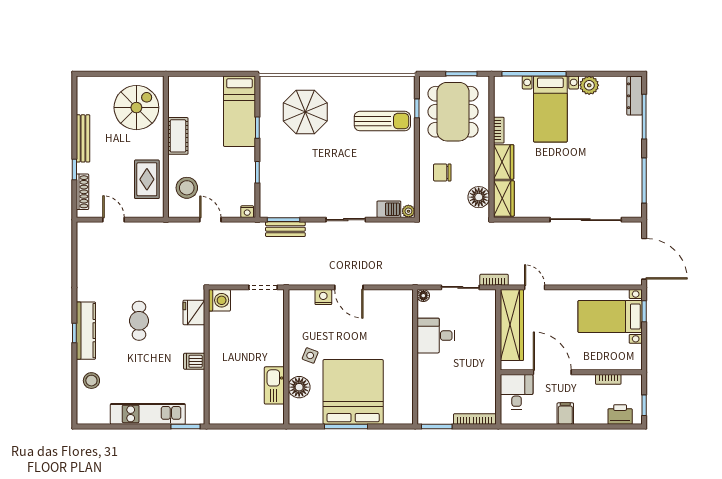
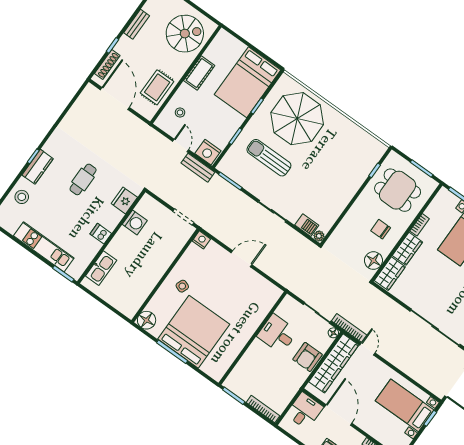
bed: (239, 111) -> (248, 82), width x1.50
parasol: (305, 112) -> (297, 119), width x1.36, depth x1.36
dining table: (453, 112) -> (398, 190), width x0.73
sun lounger: (382, 121) -> (269, 158), moved, turned 180
bench: (83, 138) -> (137, 24), width x0.73
chair: (442, 172) -> (381, 229), moved
stool: (187, 188) -> (180, 112), width x0.53, depth x0.53
nightstand: (247, 212) -> (208, 152), width x1.89, depth x1.79
door: (114, 220) -> (115, 99), width x1.87
bench: (285, 229) -> (198, 168), moved
bookcase: (494, 280) -> (349, 328), width x1.56
door: (349, 287) -> (242, 259), swing flipped
floor lamp: (423, 296) -> (333, 333), moved
nightstand: (323, 297) -> (201, 240), moved
washing machine: (219, 300) -> (135, 222), moved
kitchen counter: (86, 331) -> (38, 167), width x0.67
armchair: (482, 337) -> (308, 357), added
kitchen sink: (274, 385) -> (101, 268), moved, turned 180
floor lamp: (299, 387) -> (147, 320), moved

